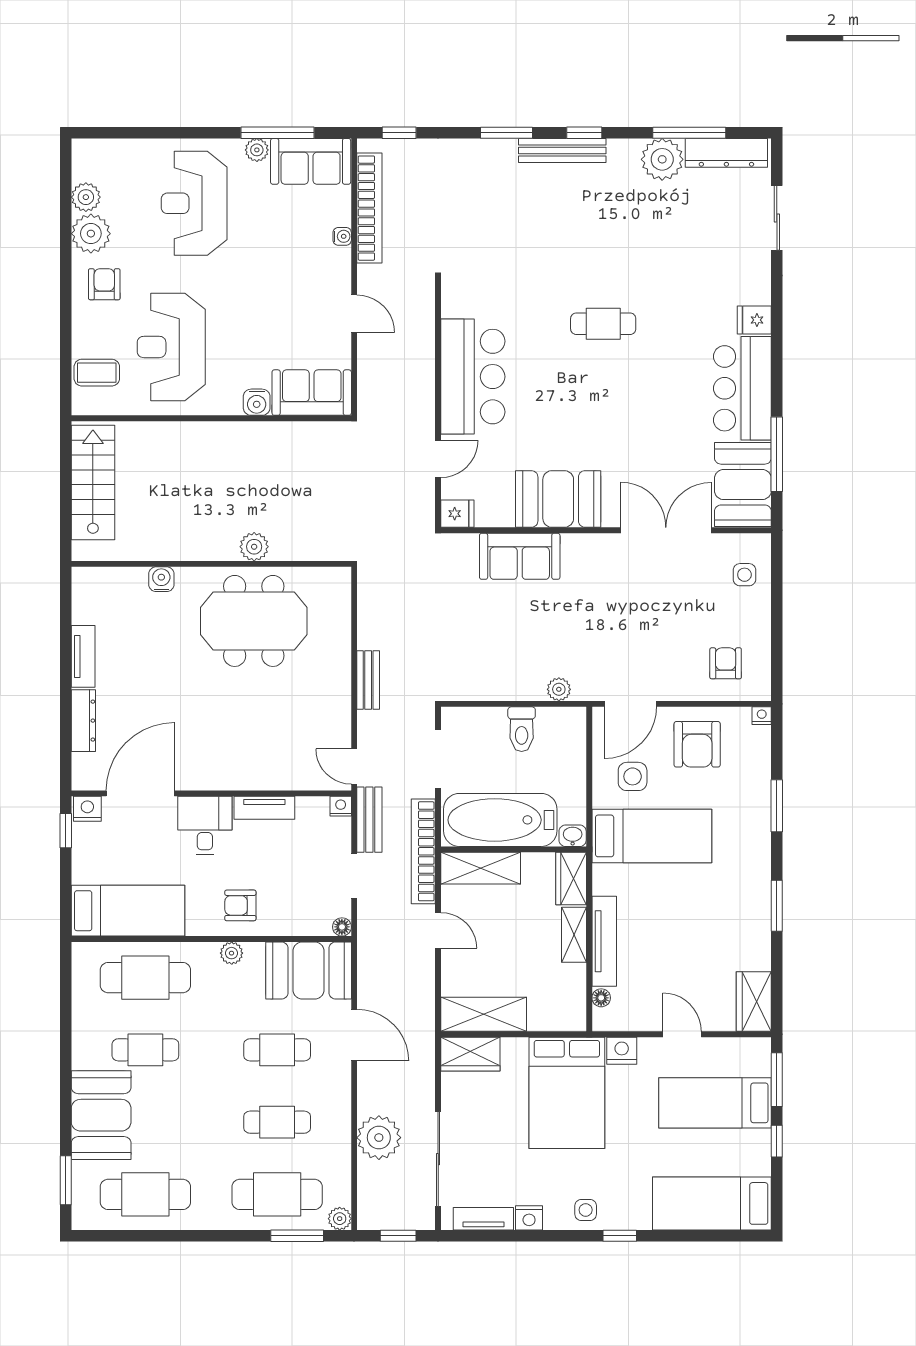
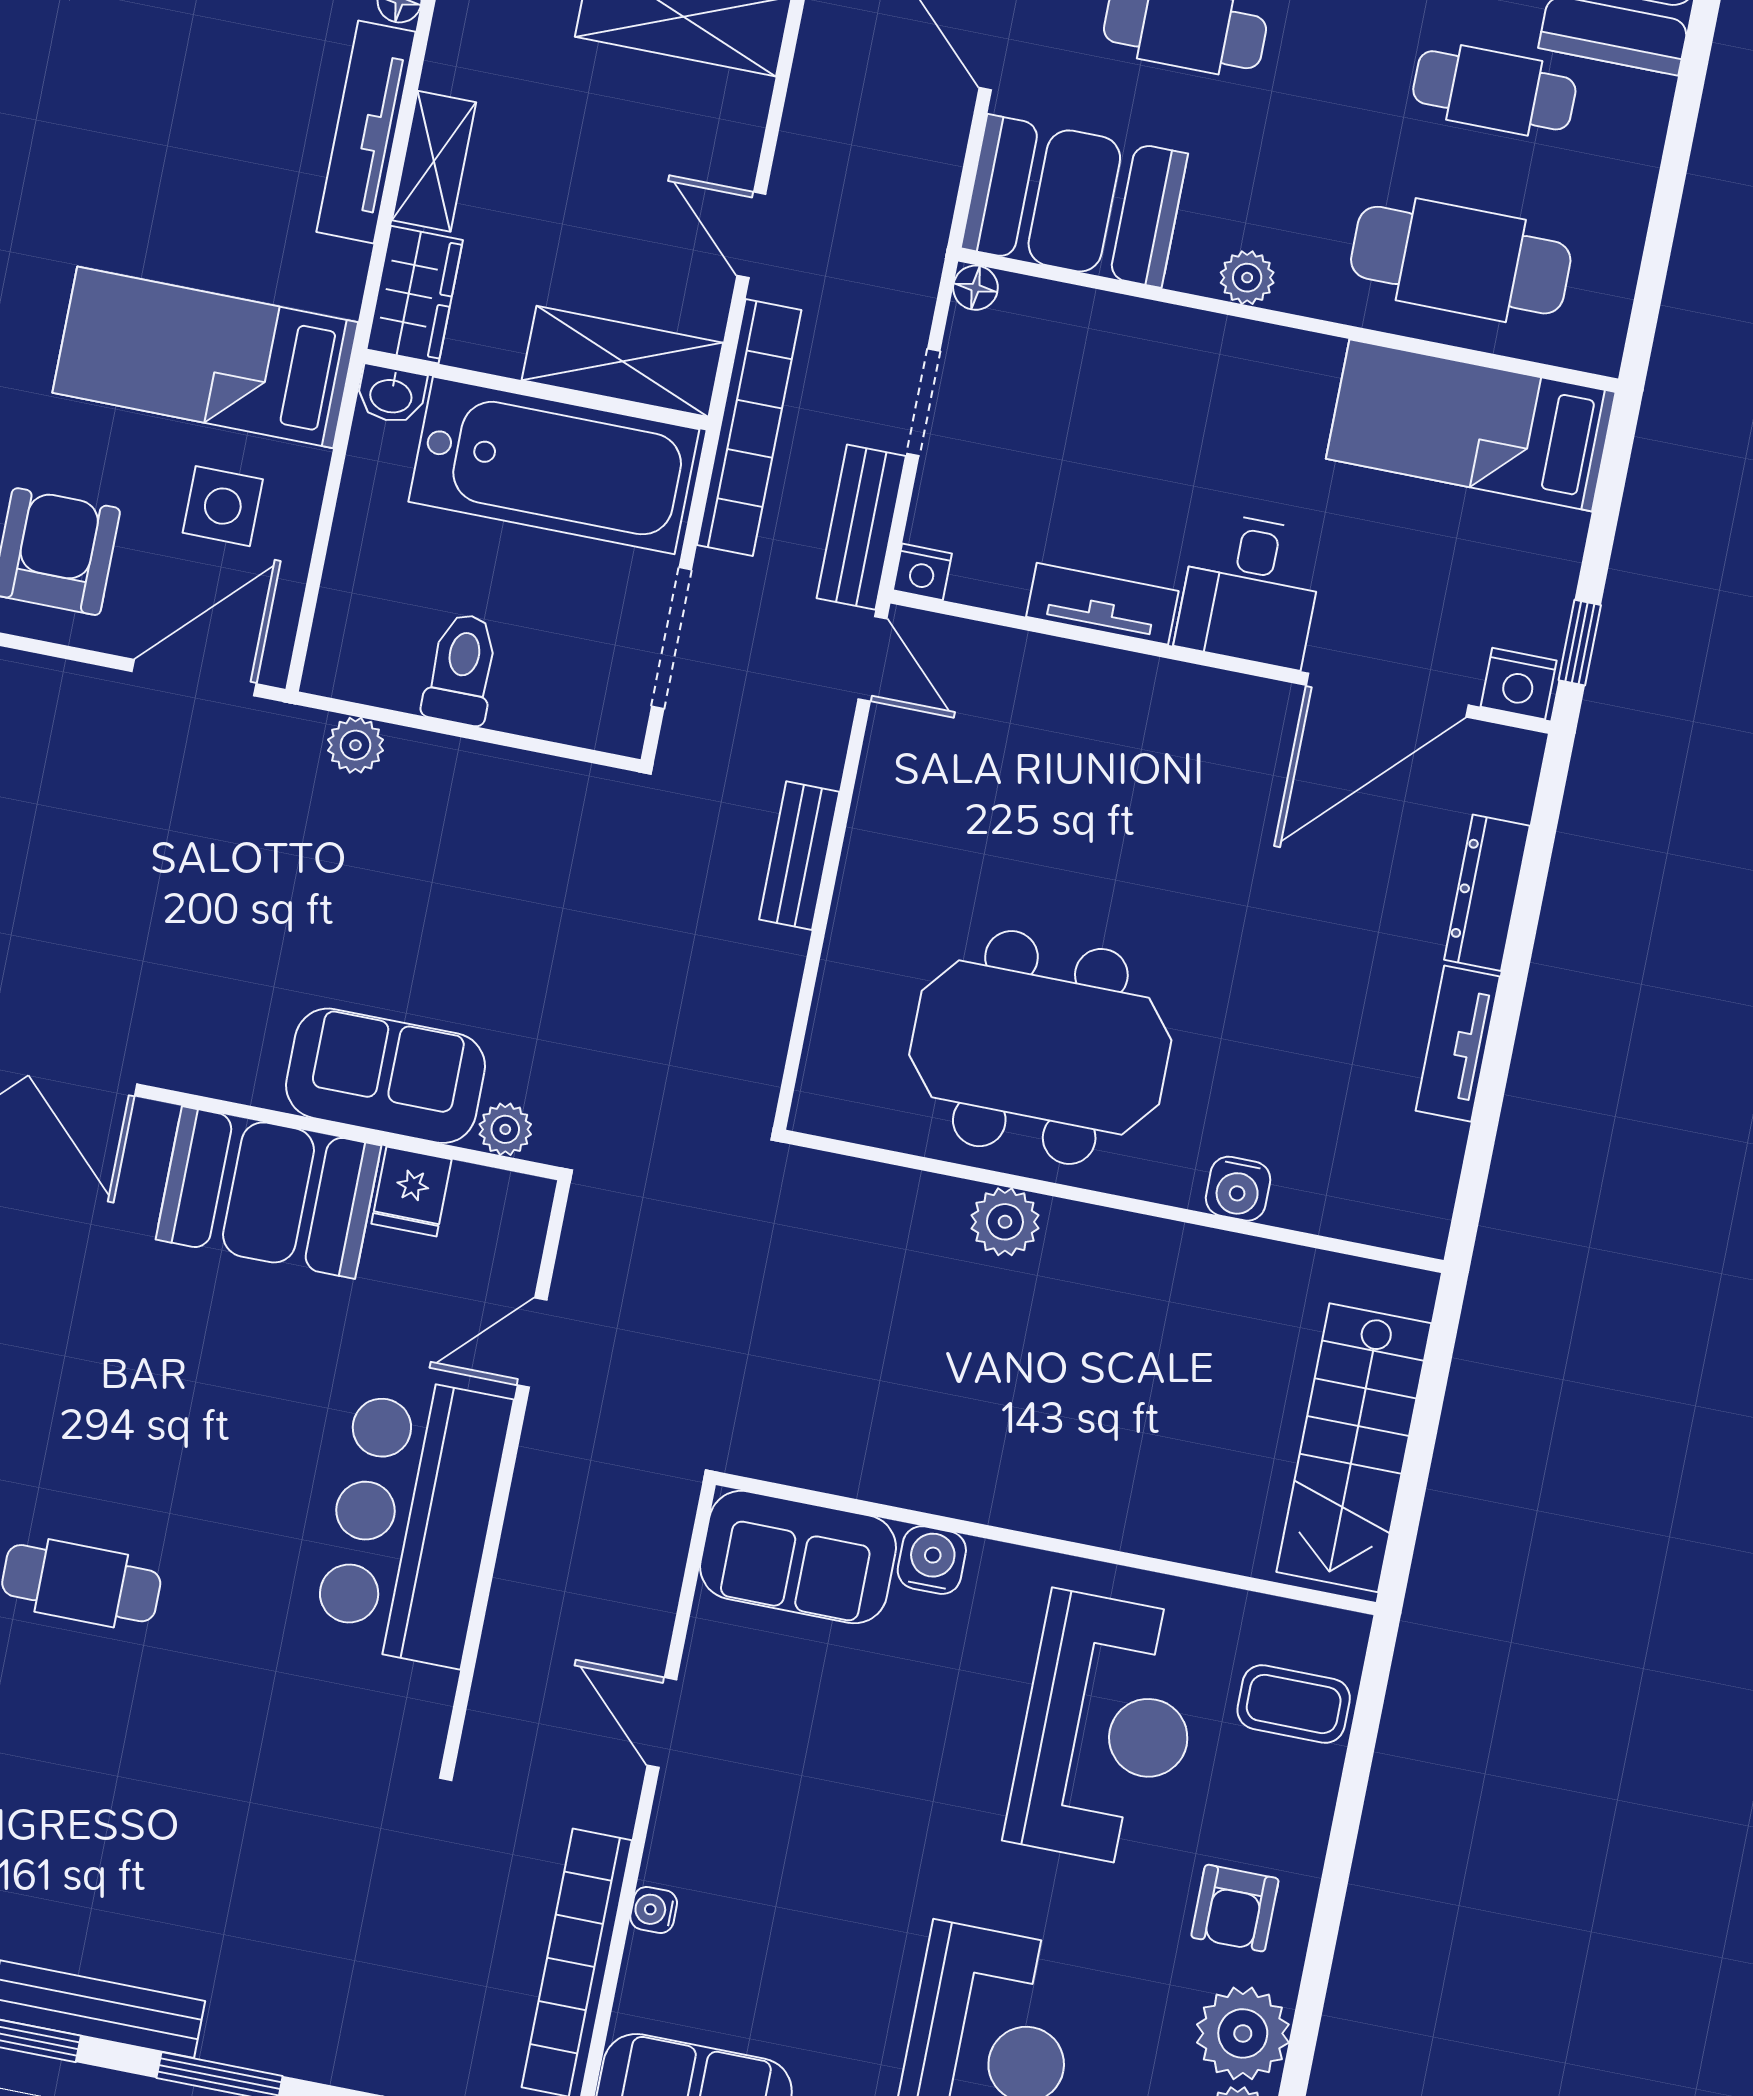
fridge: (457, 514) -> (411, 1192), moved, turned -90
plant: (466, 544) -> (505, 1129), added
armchair: (240, 905) -> (1204, 386), removed

